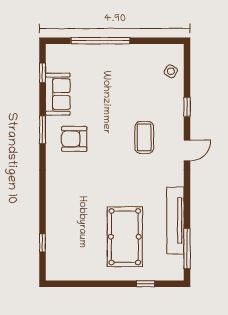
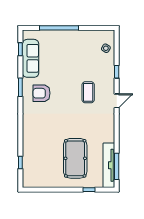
sofa: (58, 94) -> (31, 58), width x1.36
tv unit: (175, 221) -> (109, 165), moved

